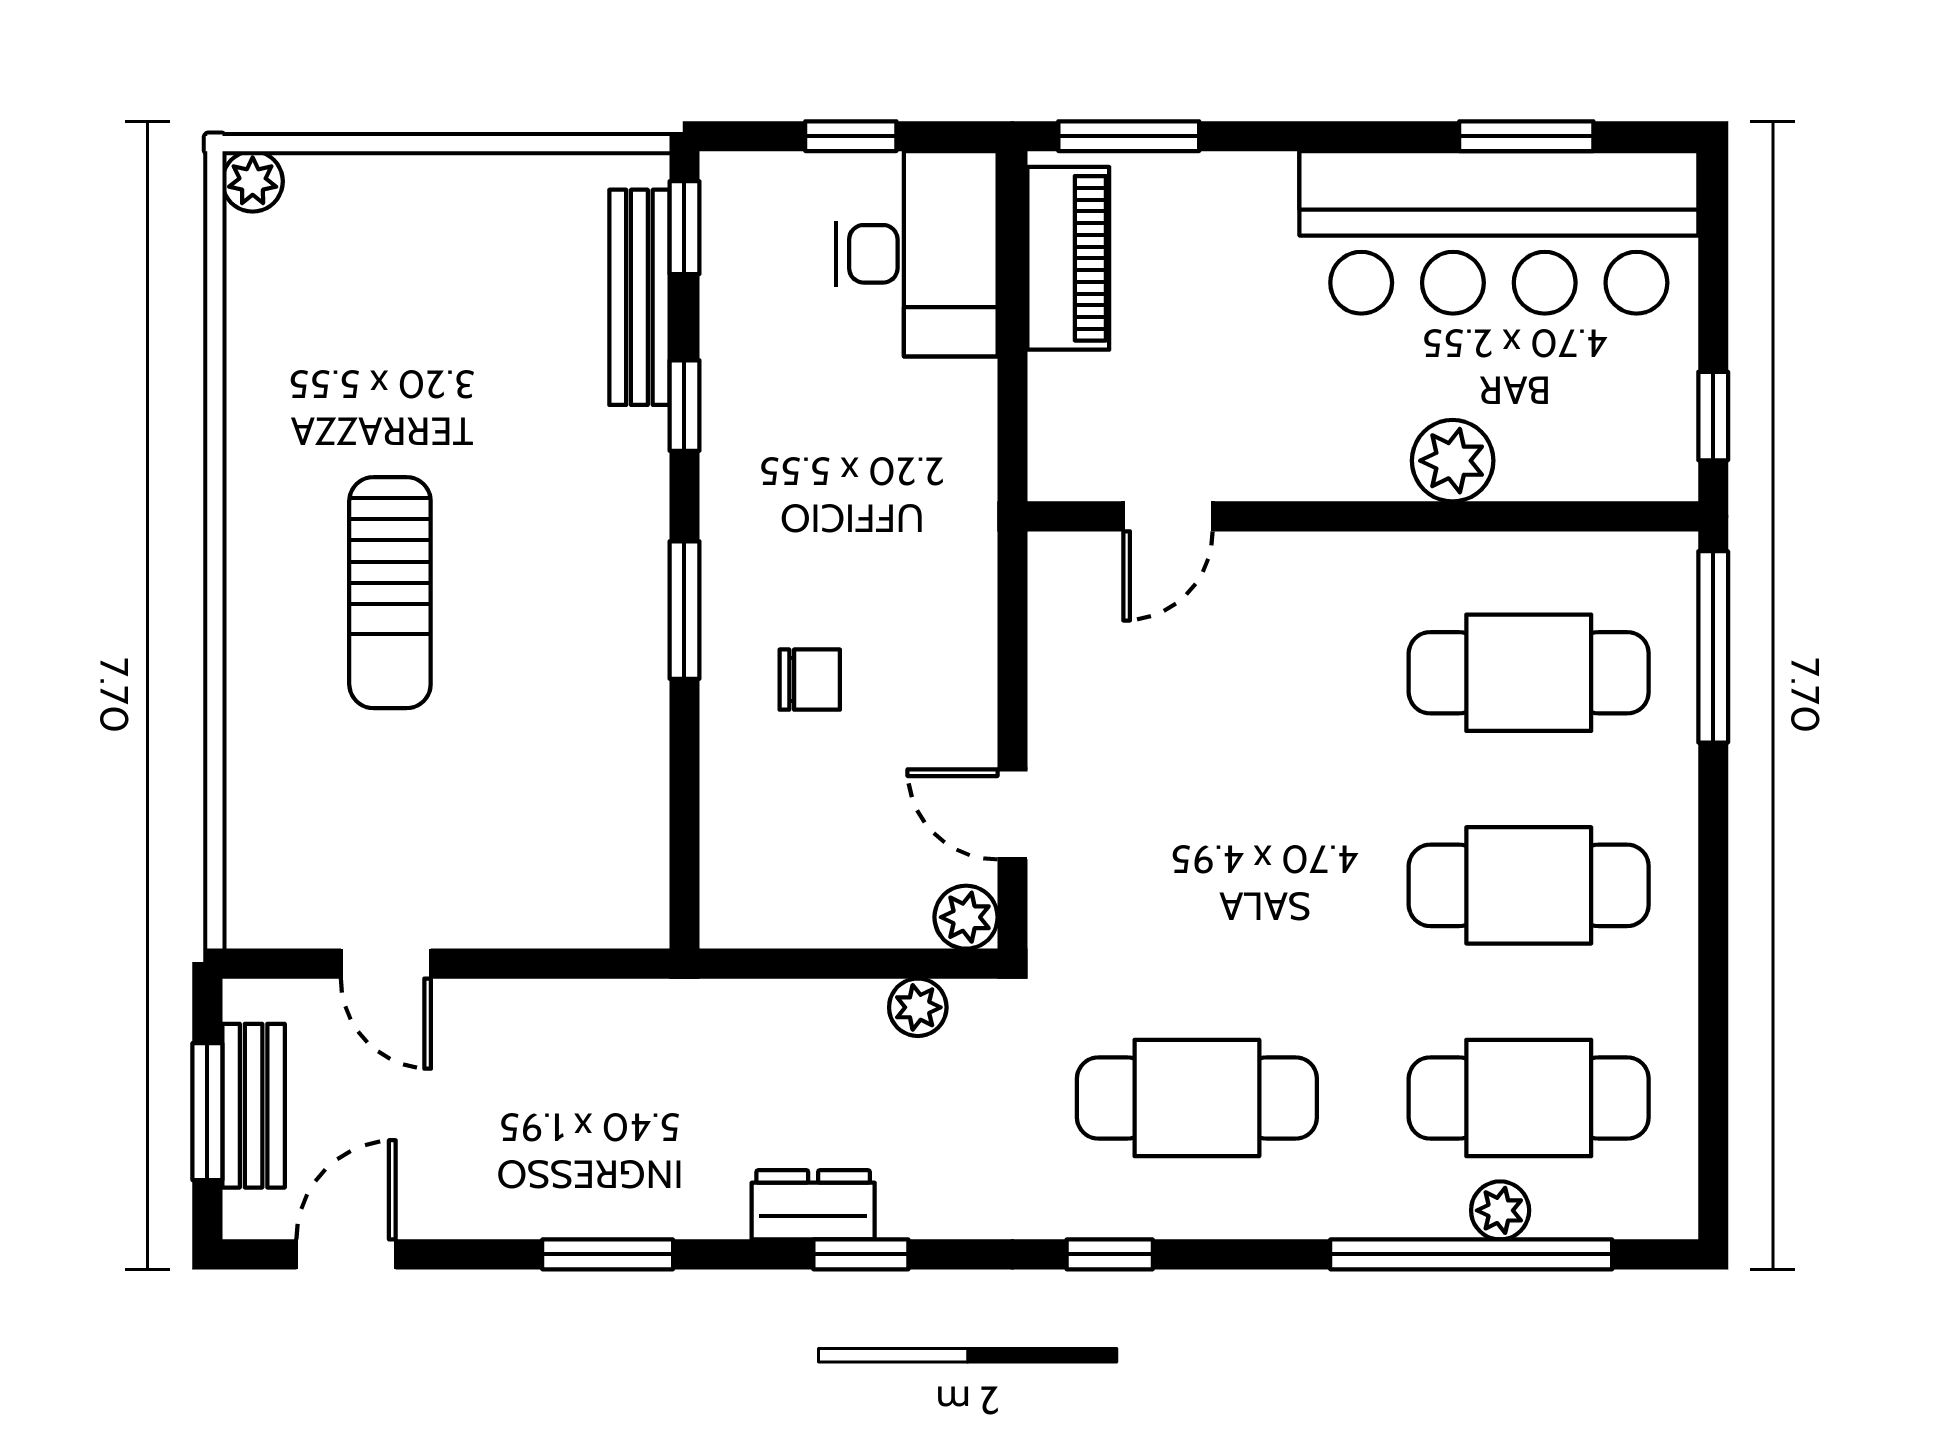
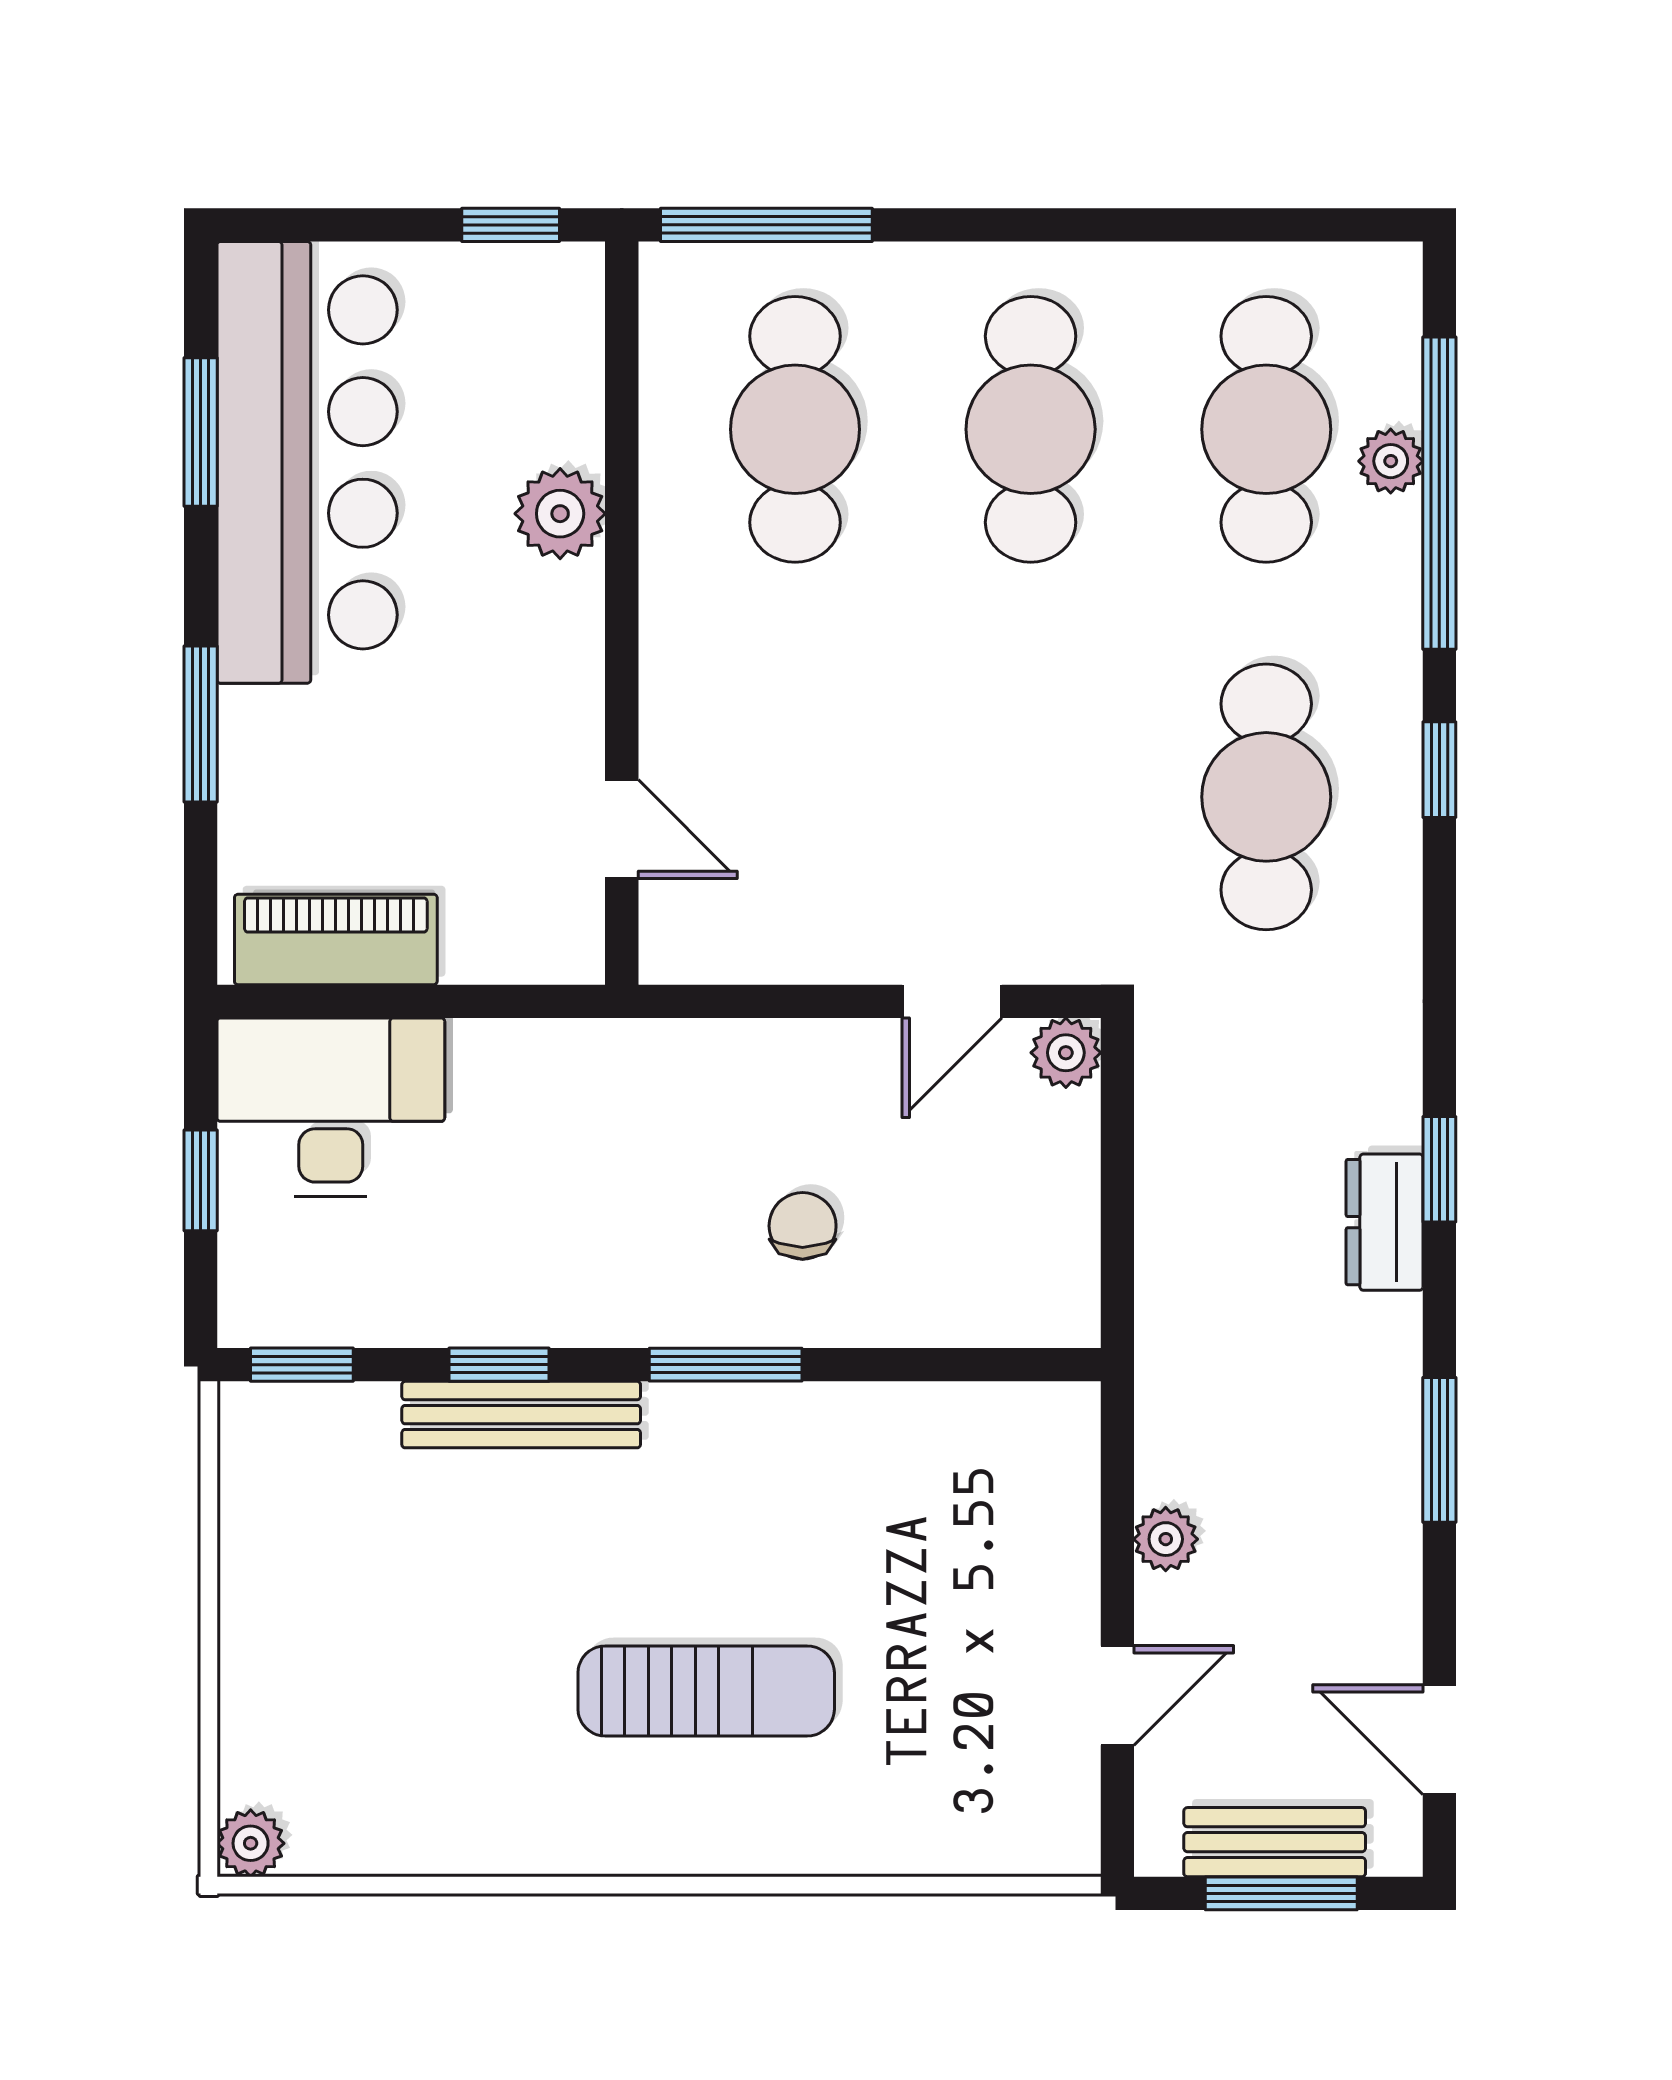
window: (1129, 136) -> (201, 724), moved
bench: (639, 297) -> (521, 1415), moved
plant: (918, 1007) -> (1166, 1539), moved
window: (1110, 1254) -> (1439, 770), moved

